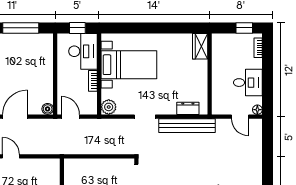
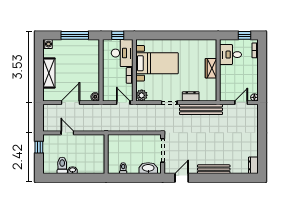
wardrobe: (200, 46) -> (211, 68), moved
desk: (248, 83) -> (231, 55), moved, turned 180
dresser: (188, 108) -> (191, 96), moved
door: (70, 117) -> (123, 103), moved
door: (240, 117) -> (241, 103), swing flipped

